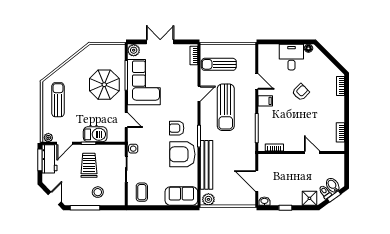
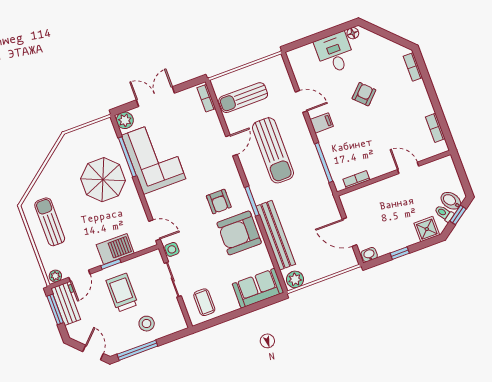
door: (126, 120) -> (154, 230), moved
armchair: (177, 128) -> (219, 202), turned -90

